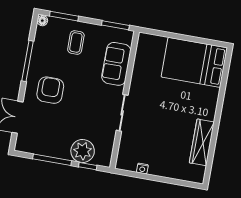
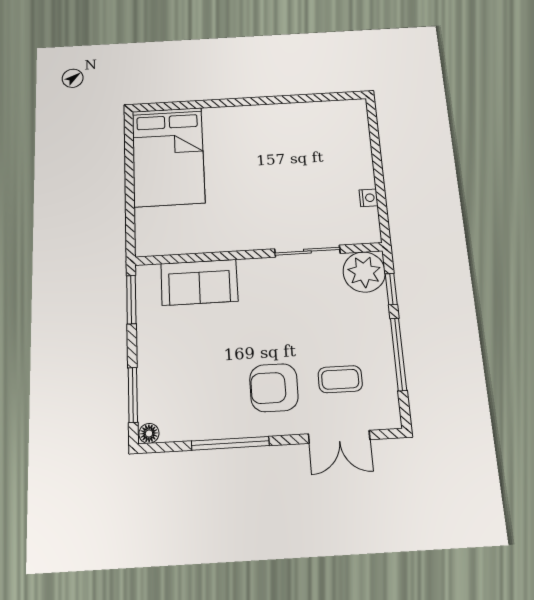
coffee table: (76, 42) -> (340, 379), moved
sliding door: (122, 113) -> (307, 251), moved
wardrobe: (202, 142) -> (298, 116), removed
plant: (83, 151) -> (364, 272), moved

